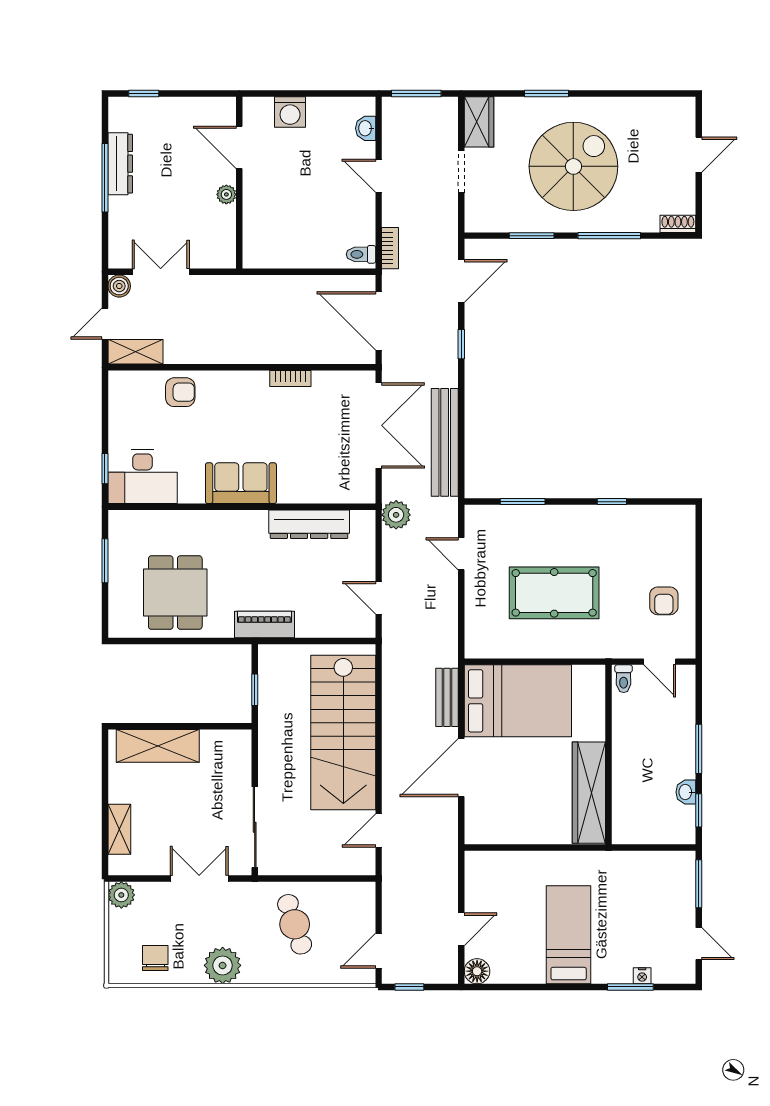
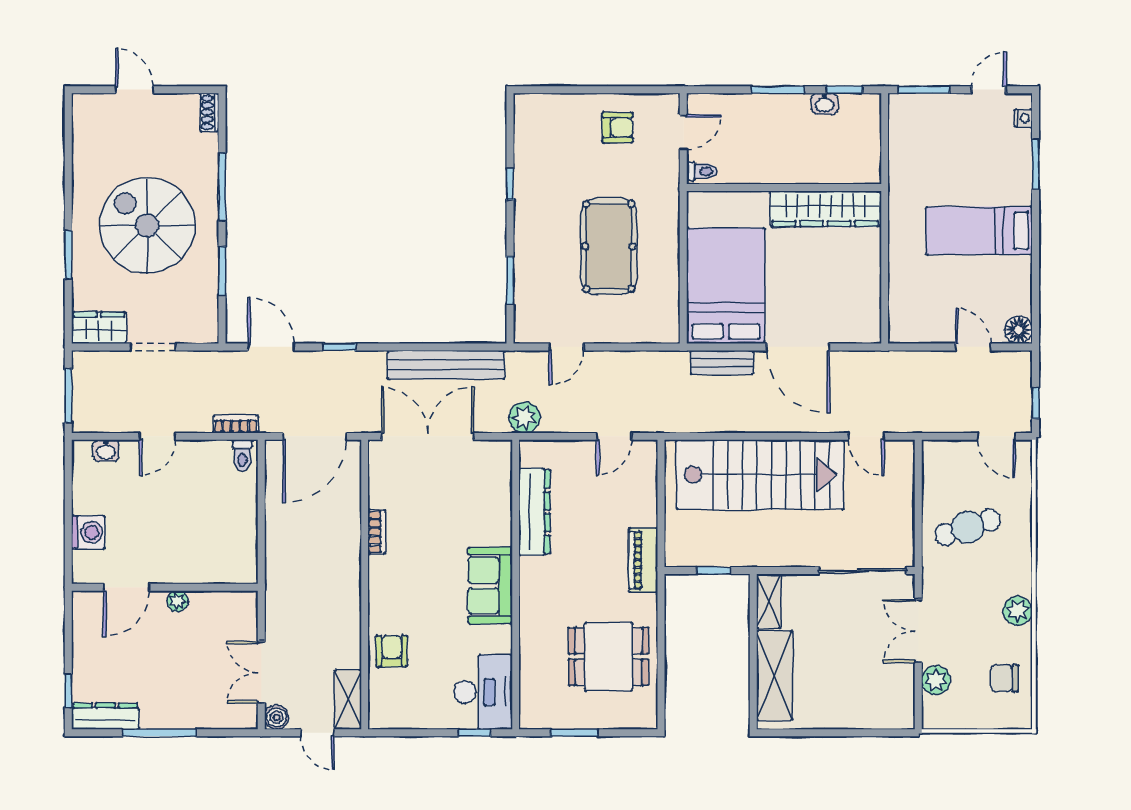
dresser: (120, 164) -> (105, 716), moved
shelving: (119, 829) -> (769, 601), moved, turned 90
plant: (121, 895) -> (936, 680), moved
plant: (223, 965) -> (1018, 611), width x0.73, depth x0.73
nightstand: (642, 976) -> (1023, 118), moved

